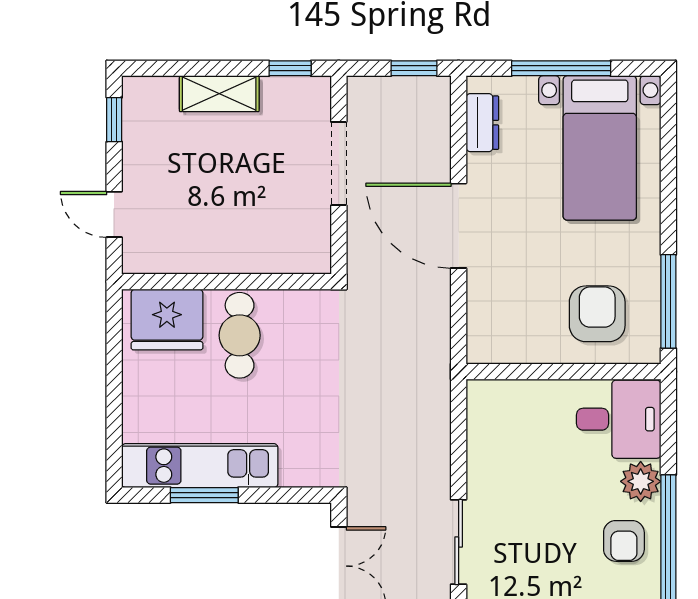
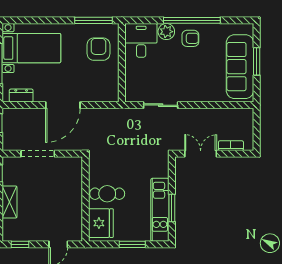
armchair: (597, 314) -> (98, 49), turned 90
window: (114, 397) -> (132, 244), added
sliding door: (459, 542) -> (161, 105), moved

